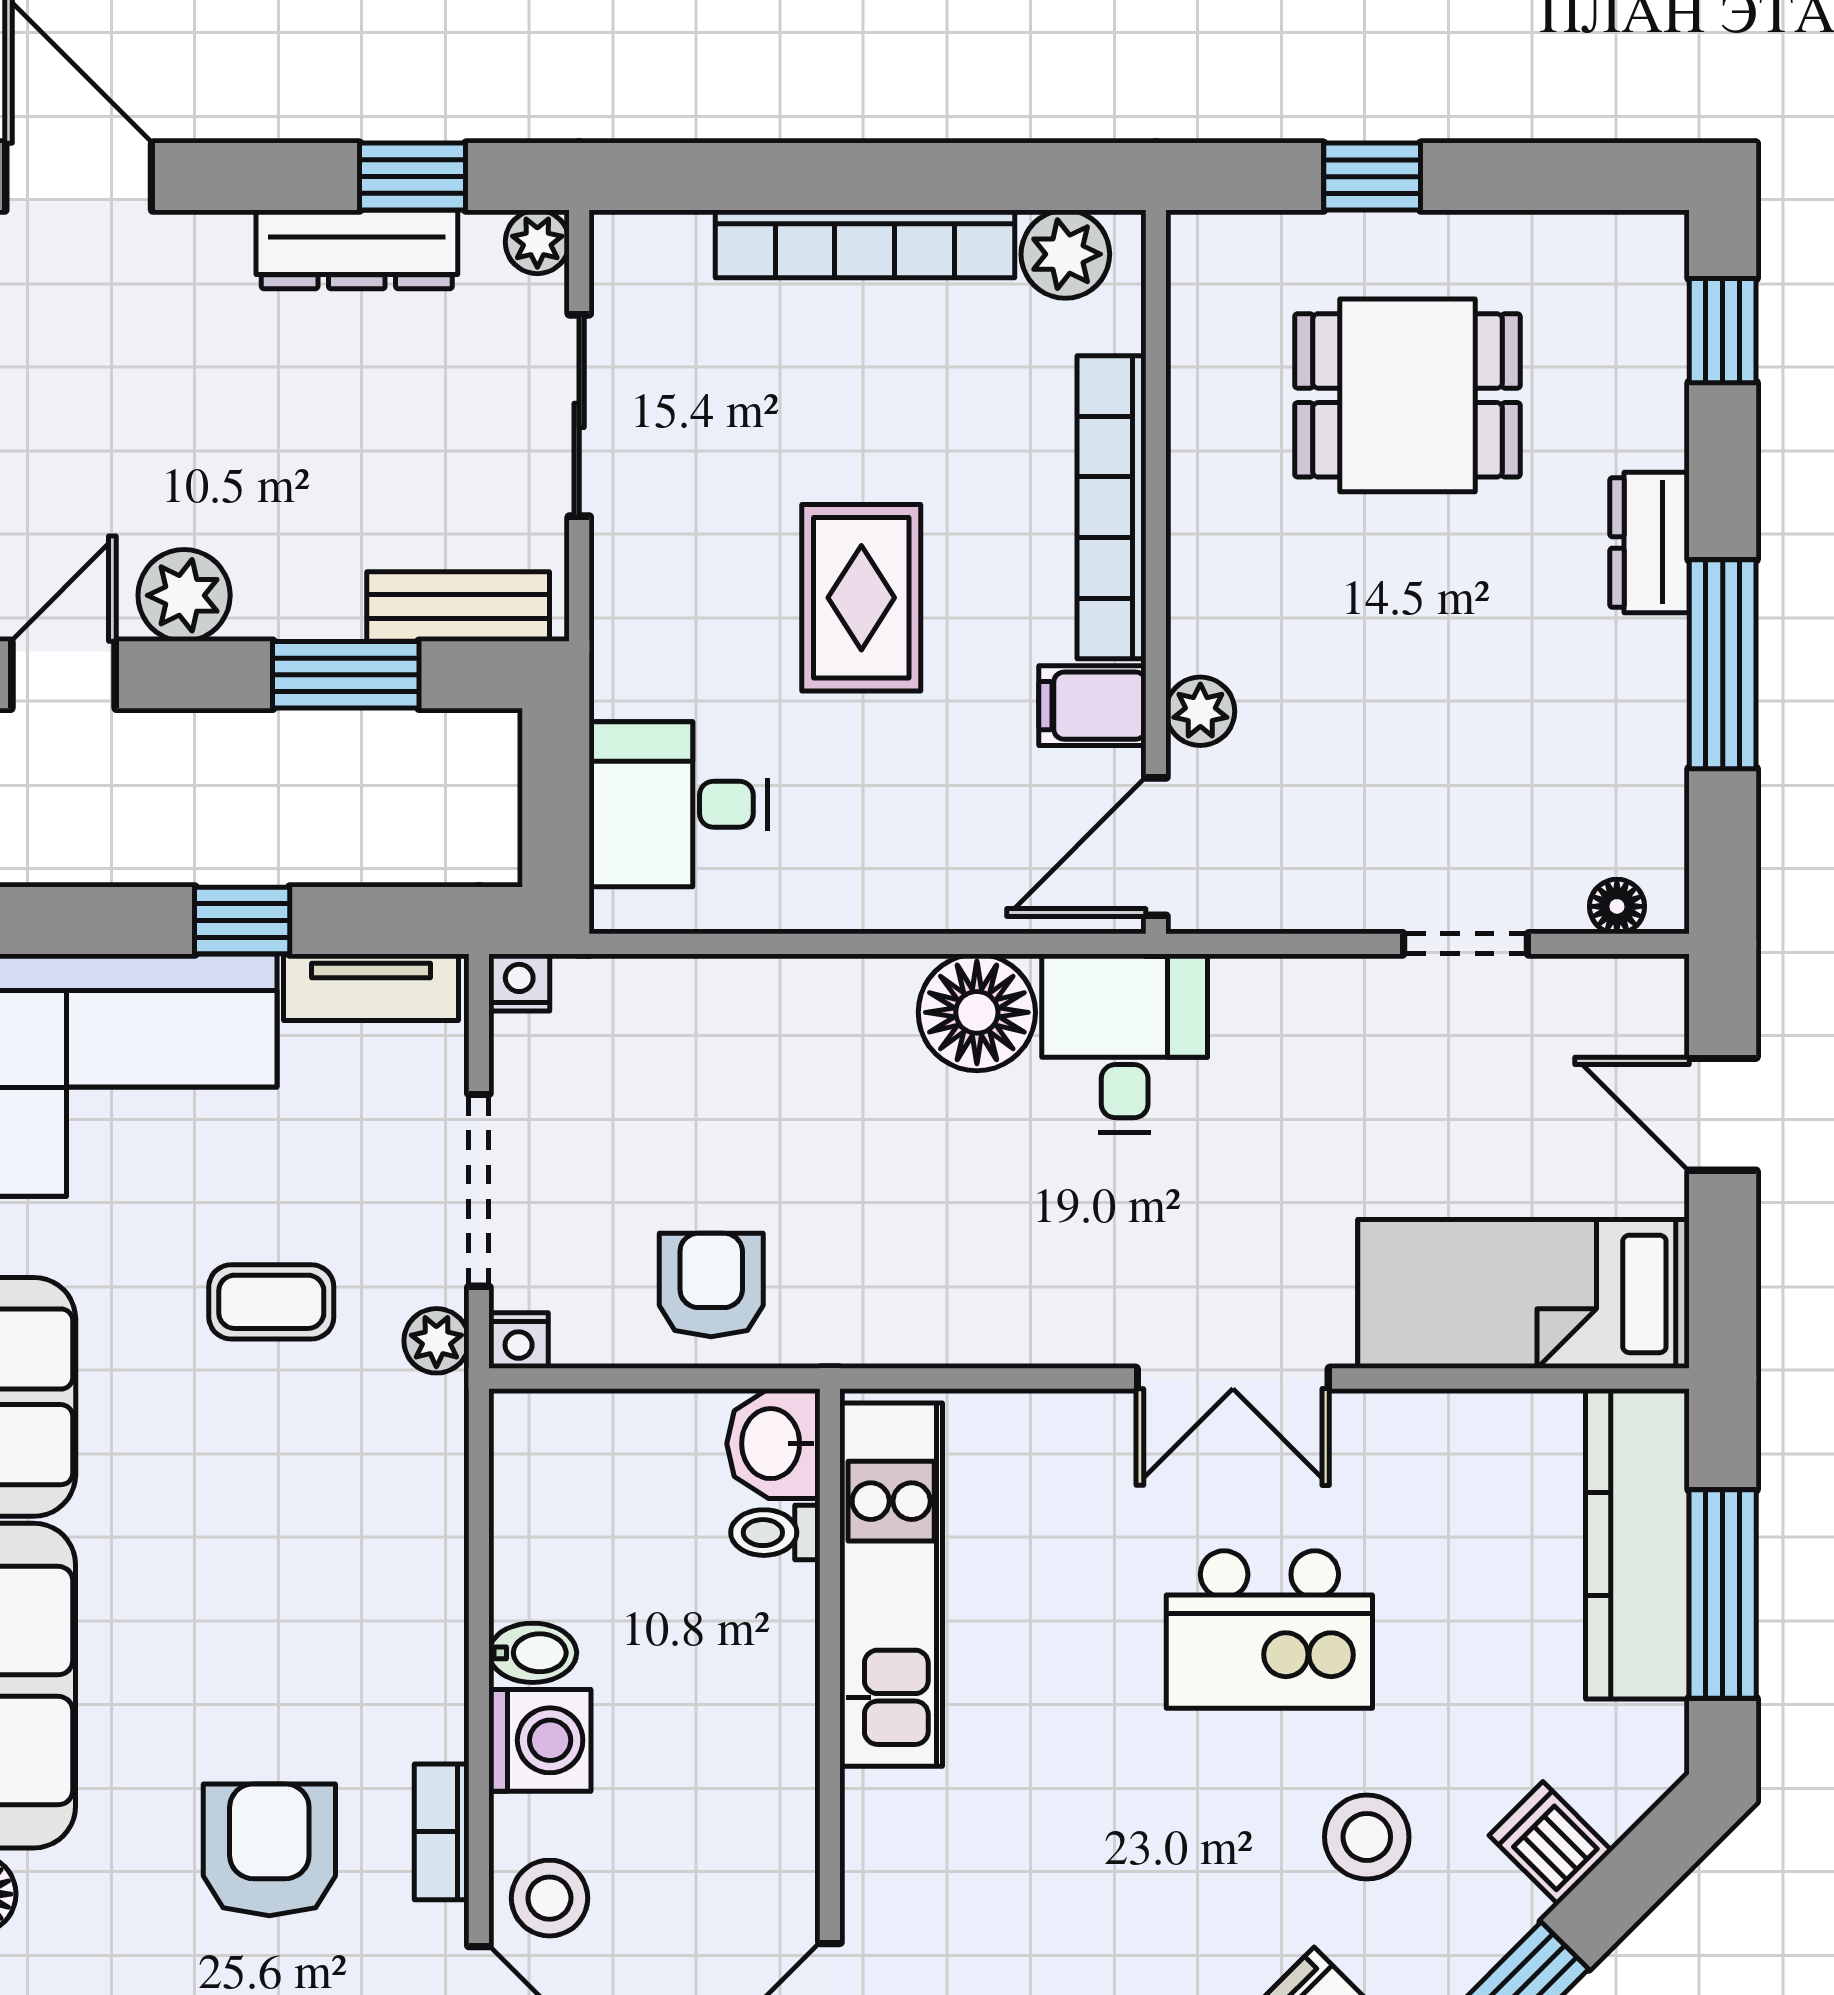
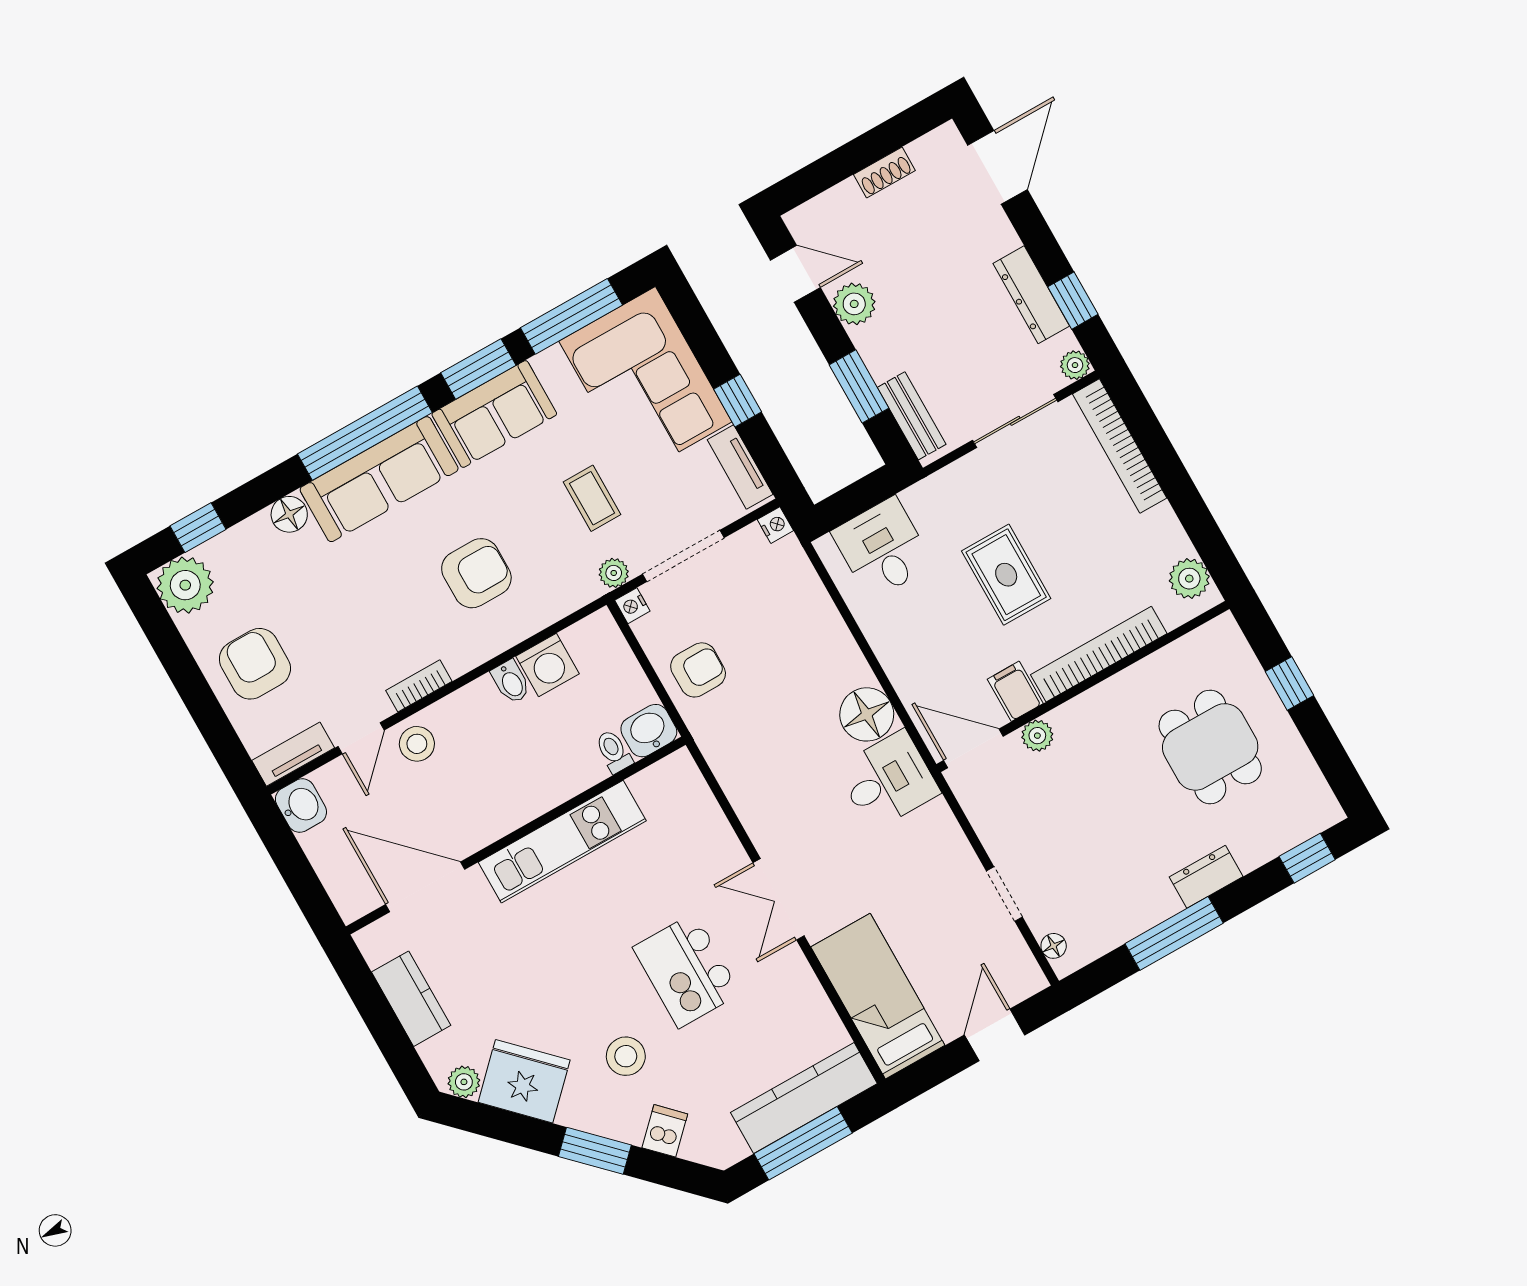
bookcase: (865, 244) -> (1120, 446), moved
rug: (861, 598) -> (1006, 575), turned 90
kitchen unit: (891, 1585) -> (562, 842), moved
washing machine: (540, 1740) -> (547, 665), moved
armchair: (269, 1850) -> (476, 573), moved

